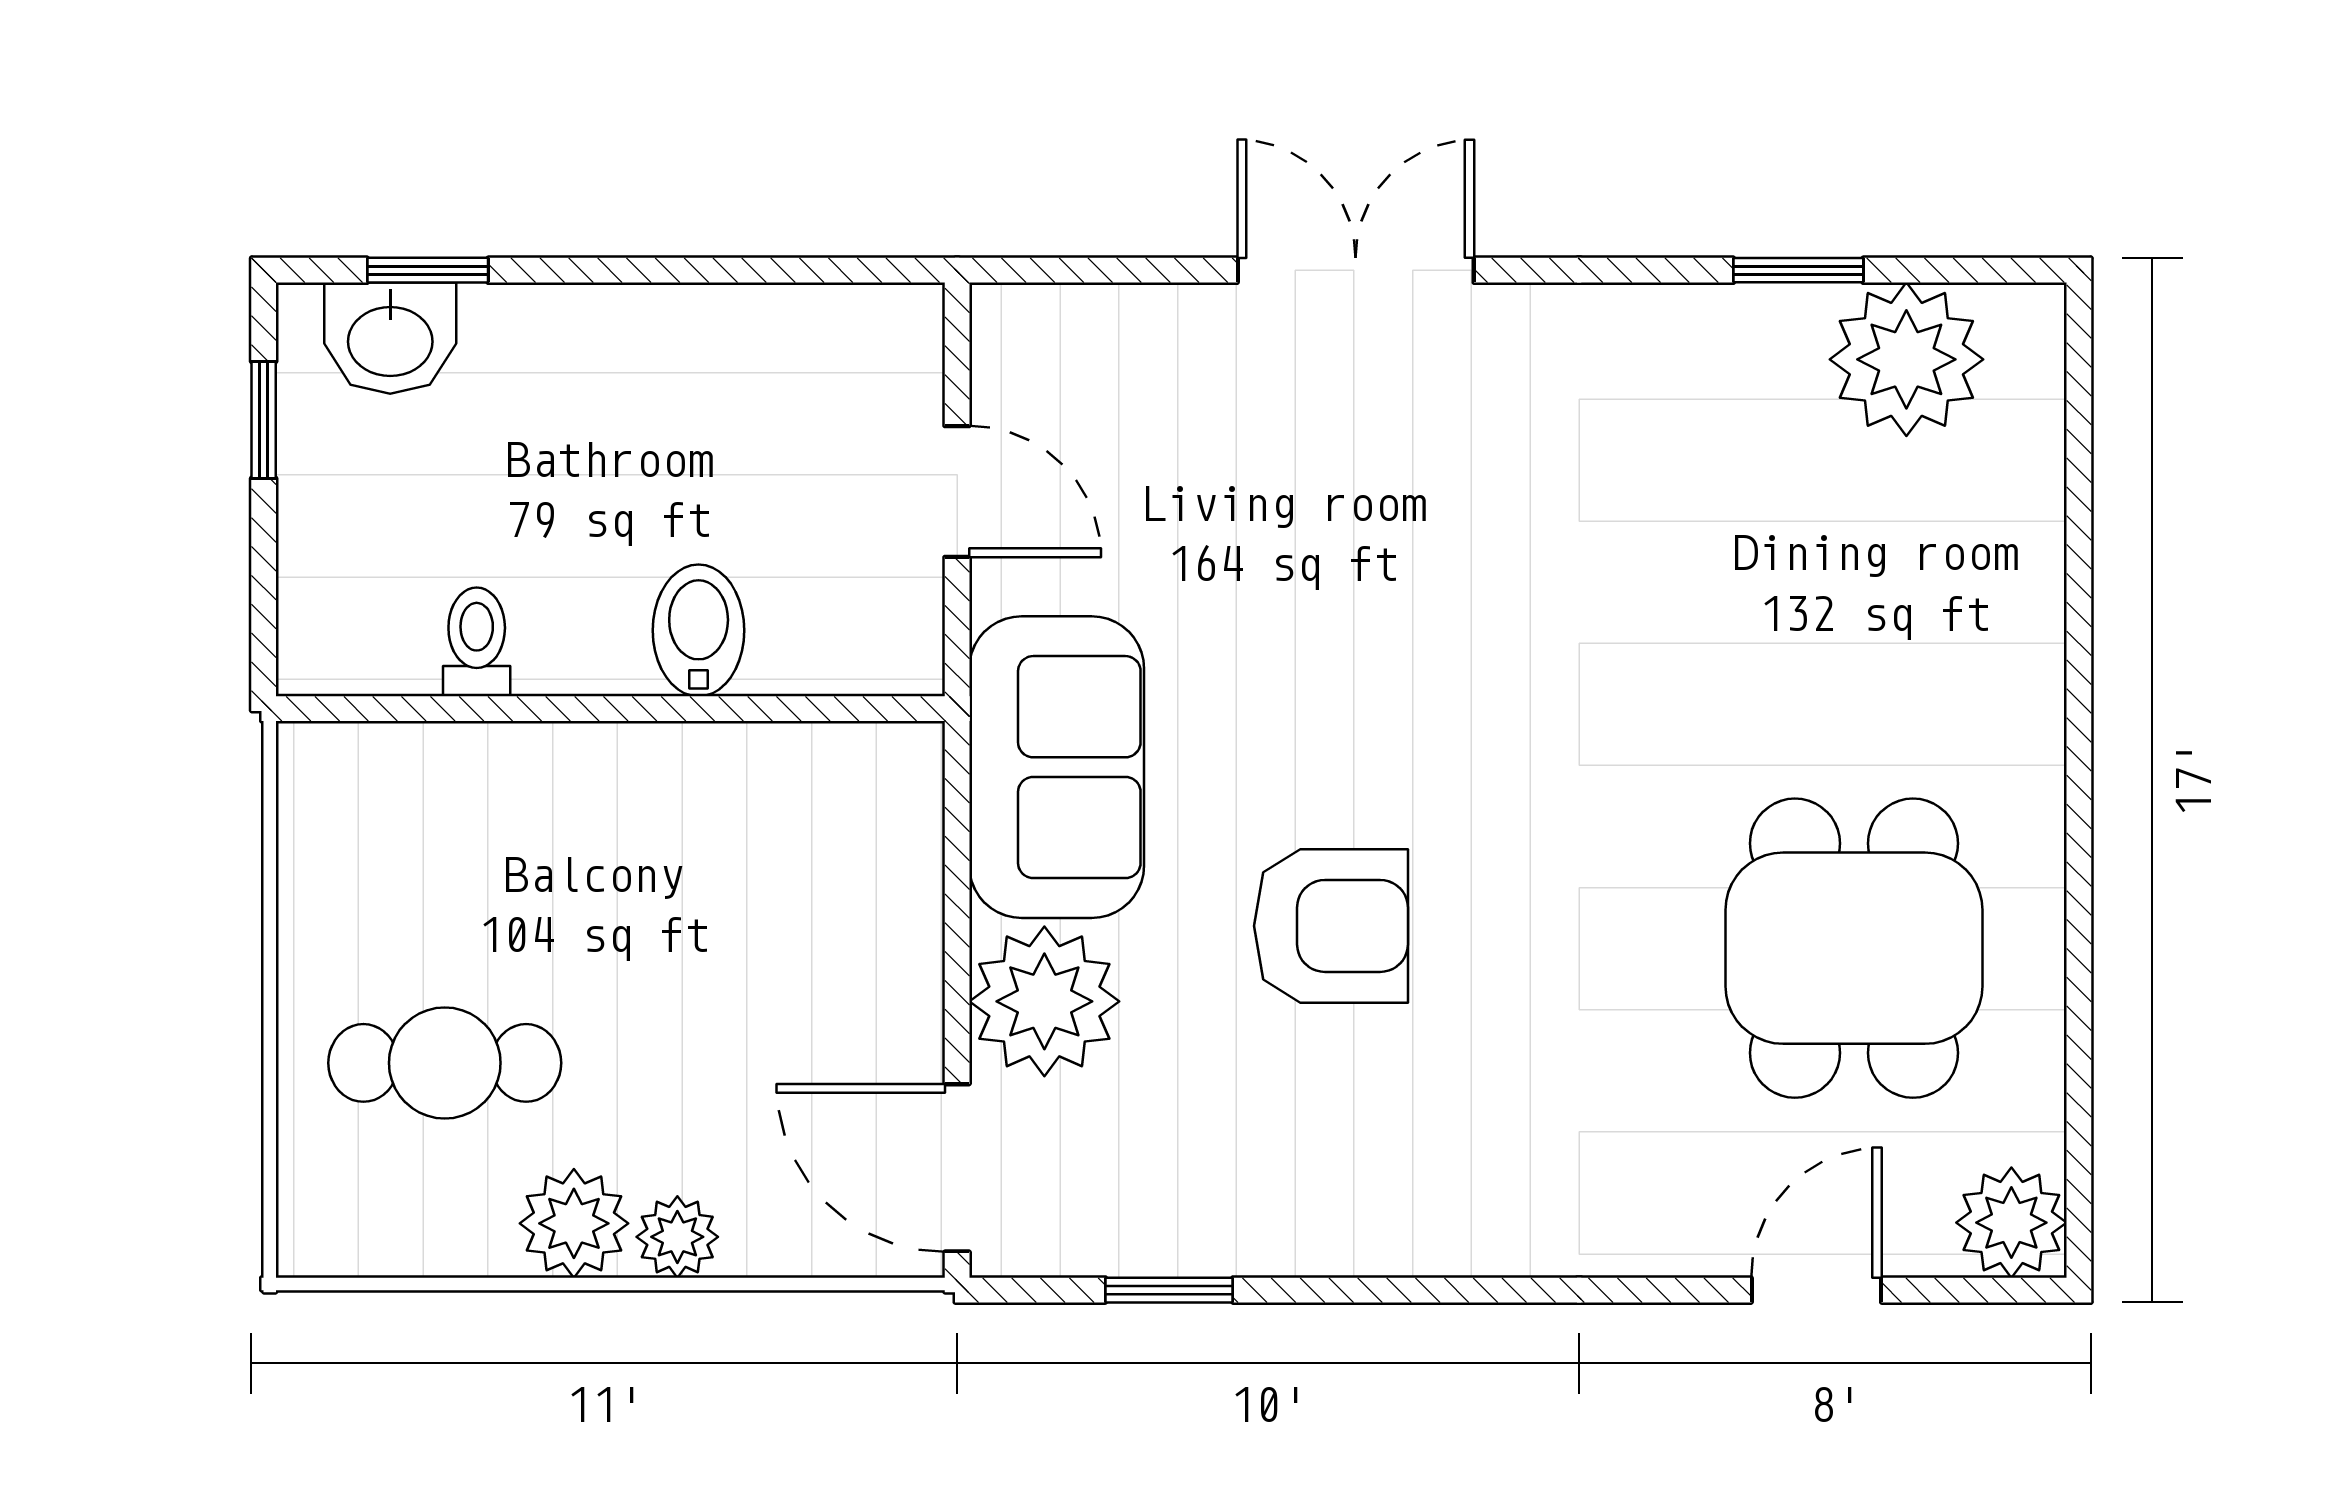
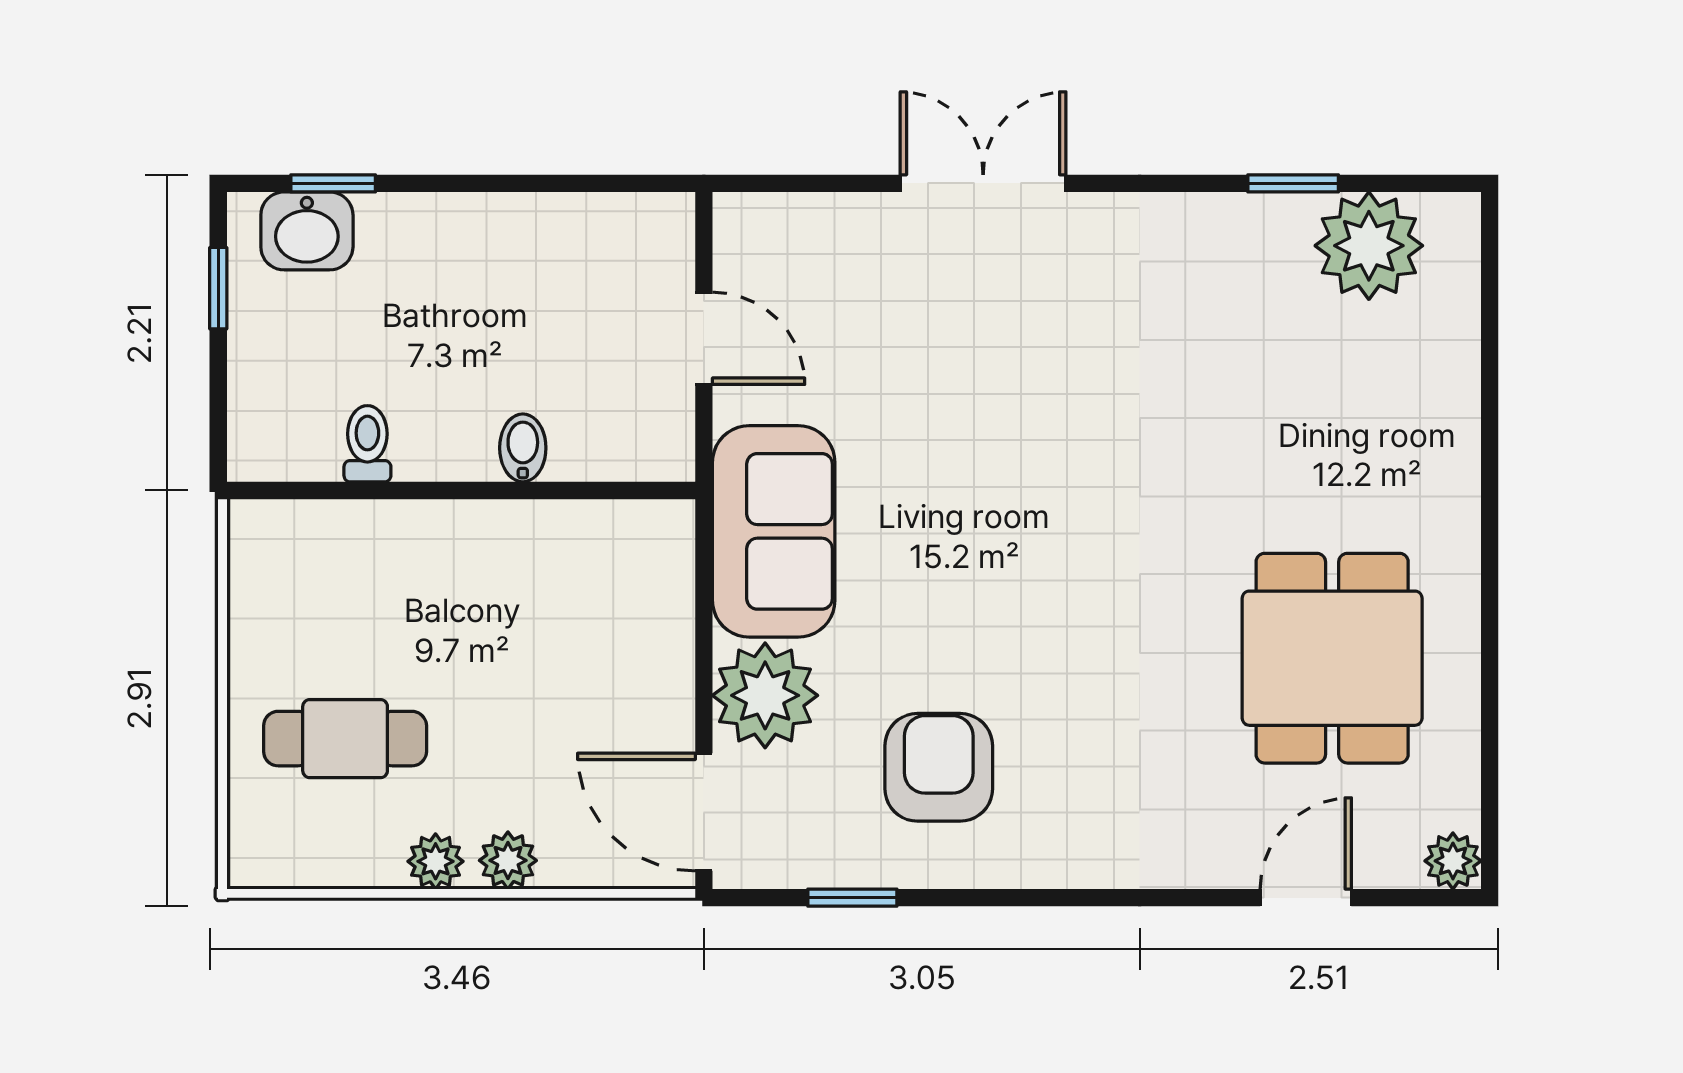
bidet: (699, 630) -> (523, 448), width x0.72, depth x0.74
armchair: (1331, 926) -> (939, 767), moved, turned -90
plant: (574, 1223) -> (436, 861), width x0.73, depth x0.73
plant: (2011, 1223) -> (1453, 861), width x0.73, depth x0.73

